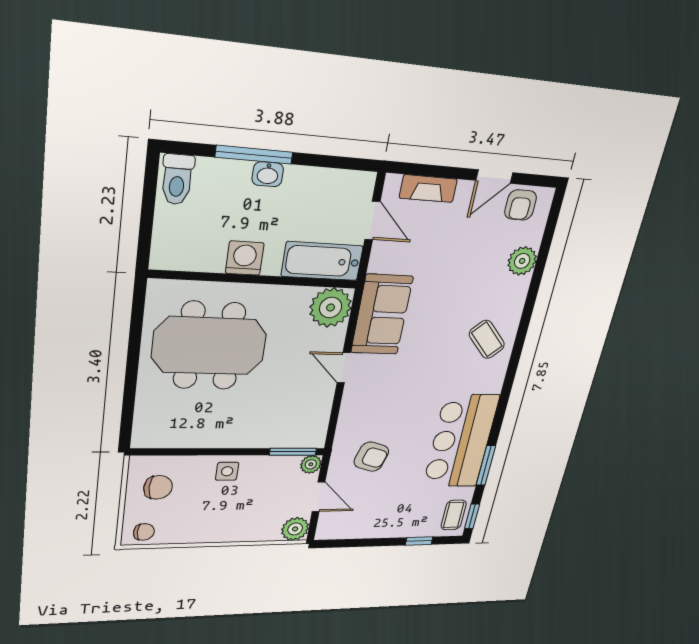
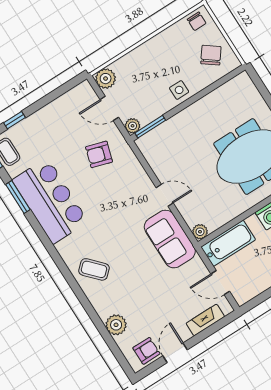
armchair: (521, 205) -> (146, 351), turned 90
plant: (331, 308) -> (200, 232), width x0.53, depth x0.53
chair: (158, 487) -> (211, 55), turned 127
chair: (144, 532) -> (197, 21), turned -90

